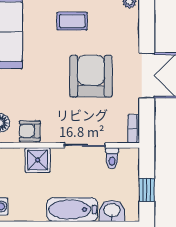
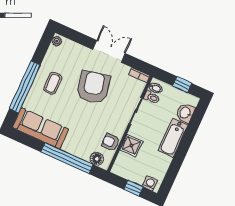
armchair: (91, 76) -> (93, 87), turned 78
armchair: (30, 131) -> (111, 142), turned 90
bidet: (127, 157) -> (155, 88), added

